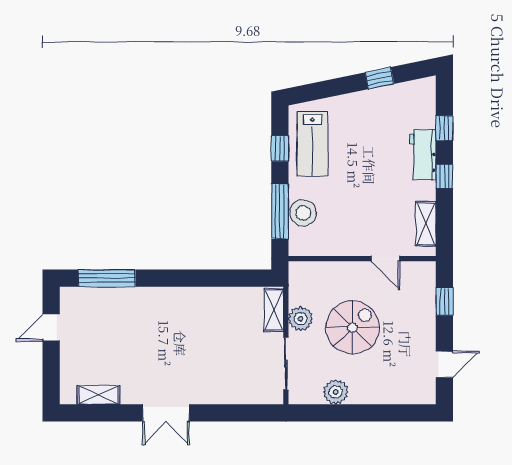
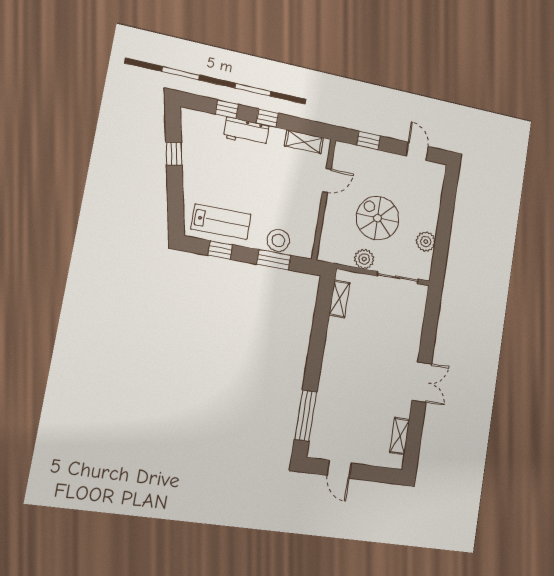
window: (280, 212) -> (274, 260), width x0.69
shelving: (274, 310) -> (339, 299), moved, turned 90

